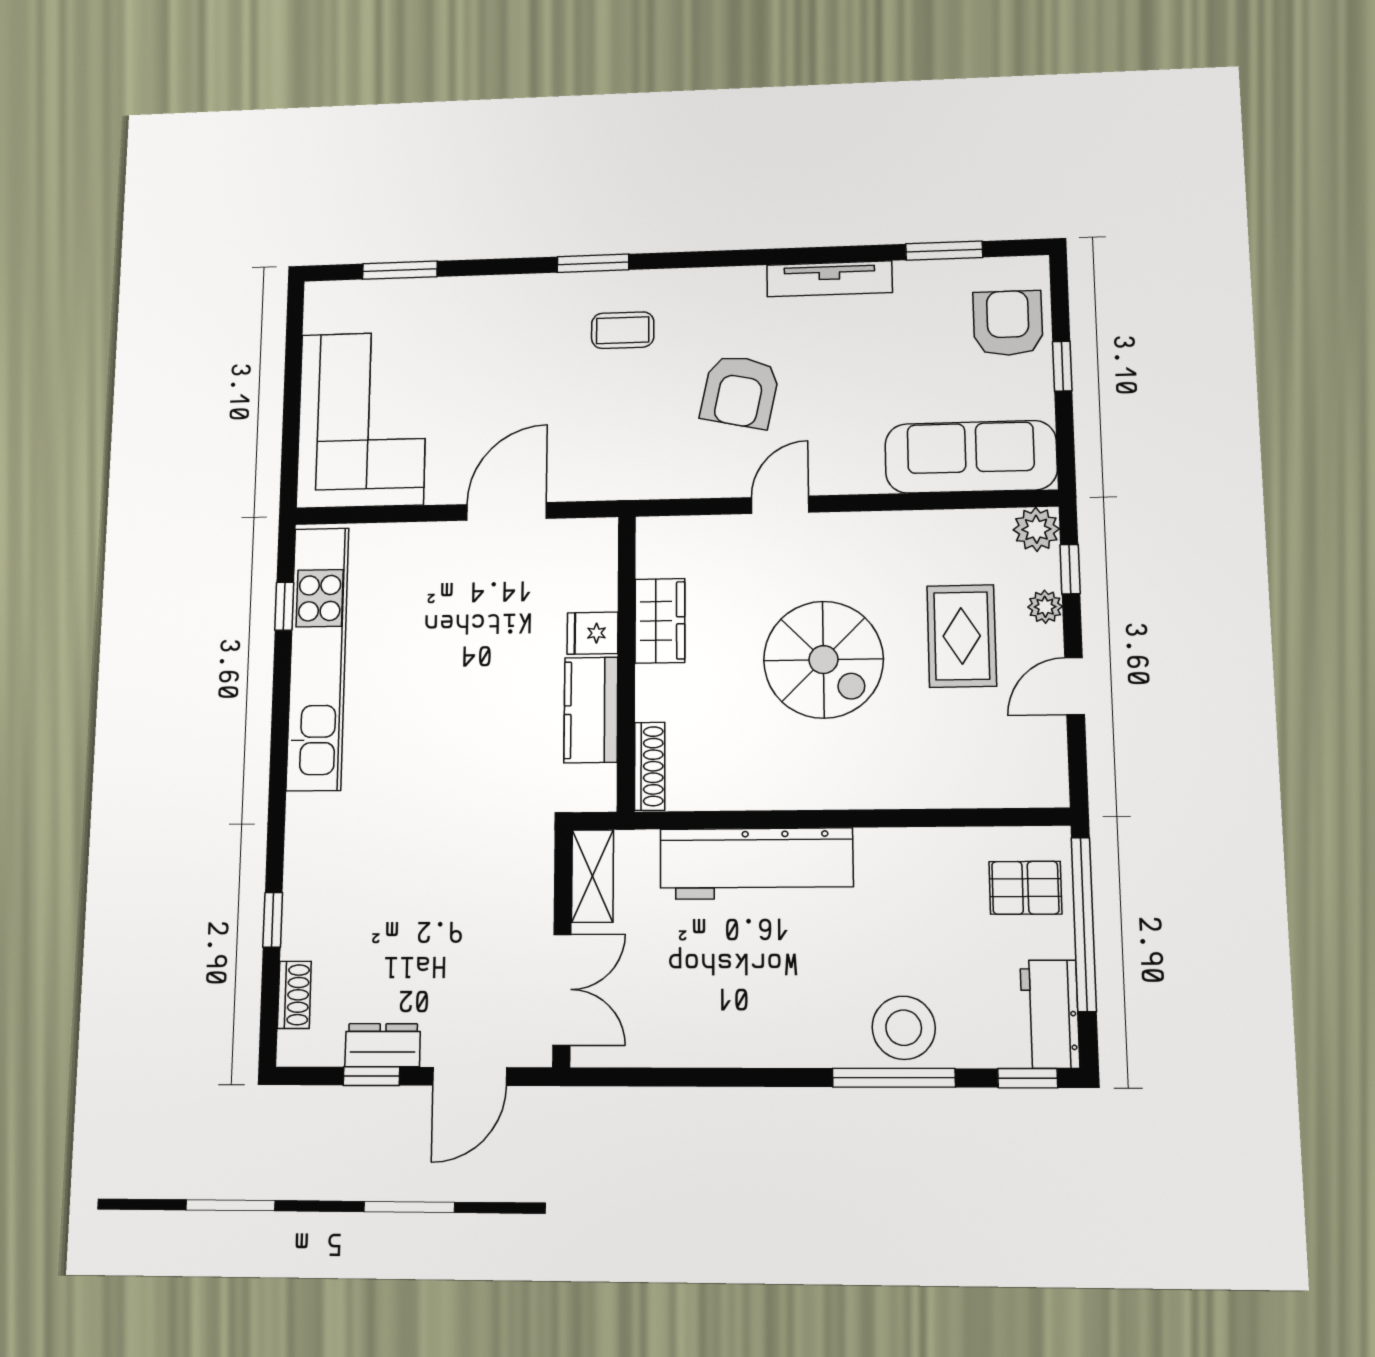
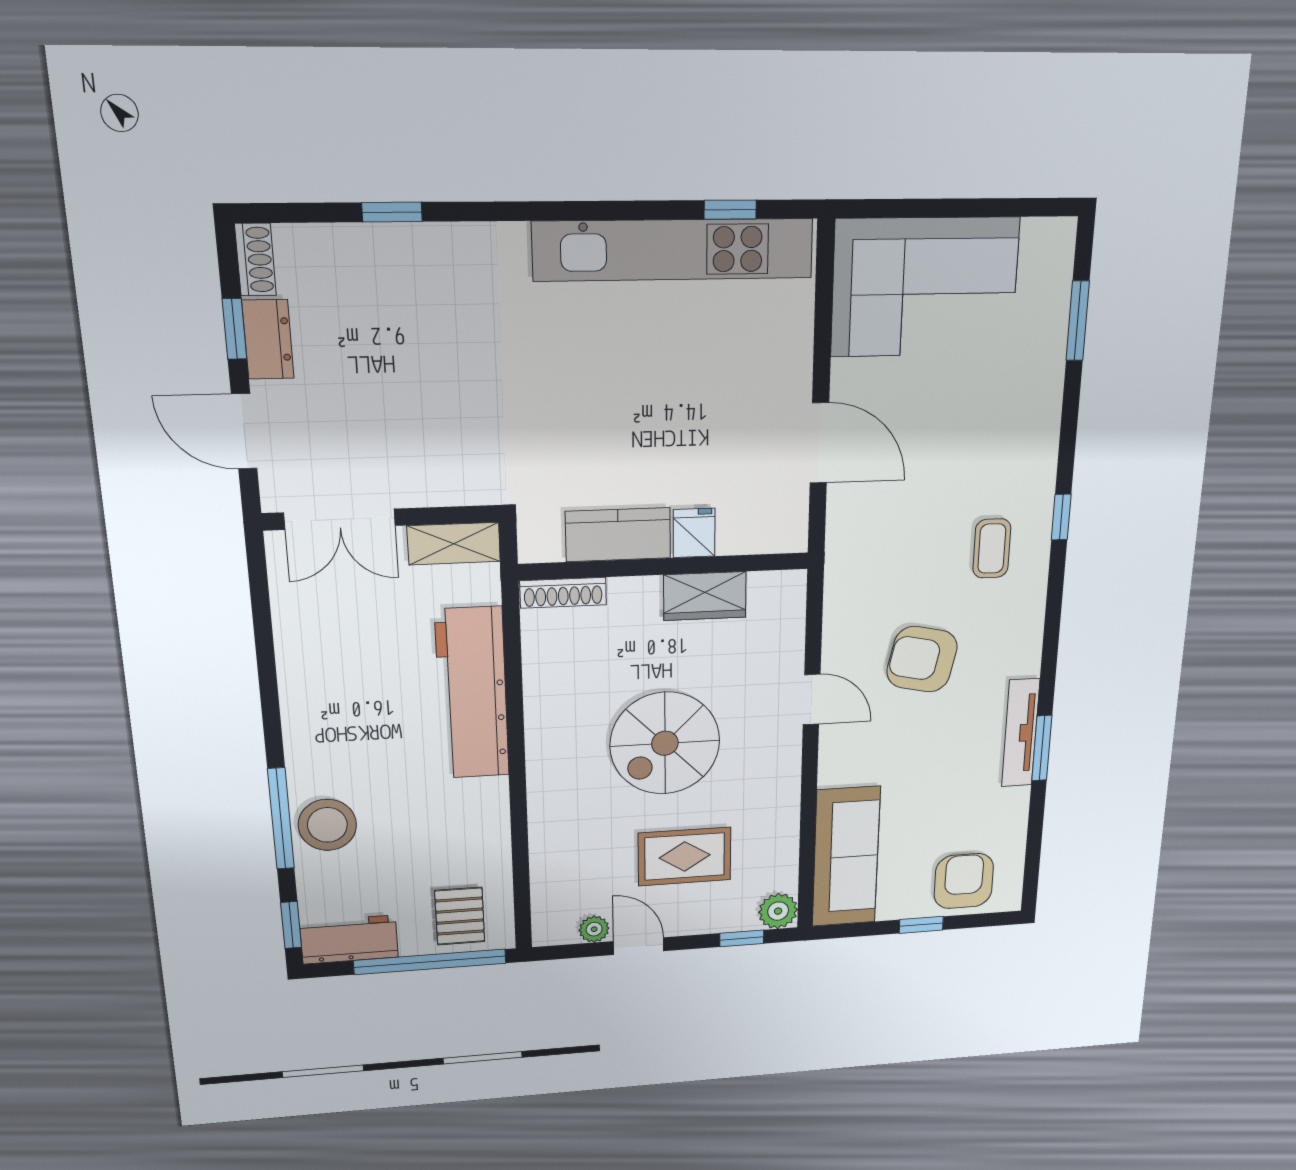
window: (944, 251) -> (1042, 748), moved
window: (593, 263) -> (1061, 517), width x0.67
armchair: (1008, 323) -> (964, 881), turned -90
plant: (1045, 607) -> (594, 929), moved
shoe rack: (294, 995) -> (256, 260), moved, turned -90

